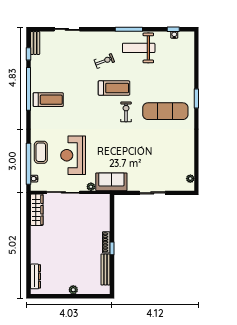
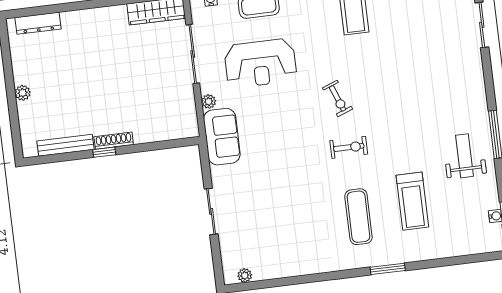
weight bench: (139, 48) -> (464, 156), width x0.73, depth x0.75
exercise bike: (104, 61) -> (338, 98), moved
treadmill: (114, 88) -> (412, 201), moved
exercise mat: (165, 111) -> (358, 217), width x0.73, depth x0.69
reception desk: (73, 155) -> (260, 63), turned 180

